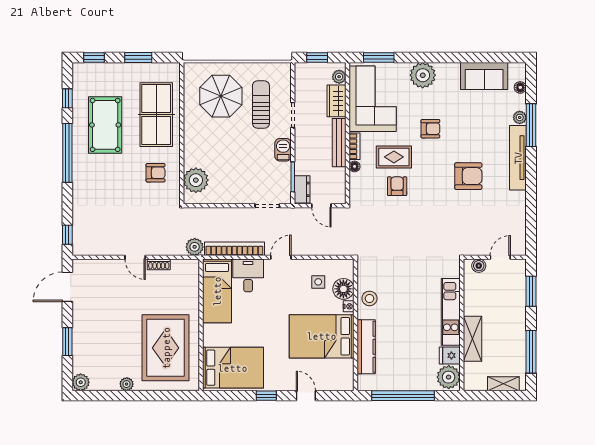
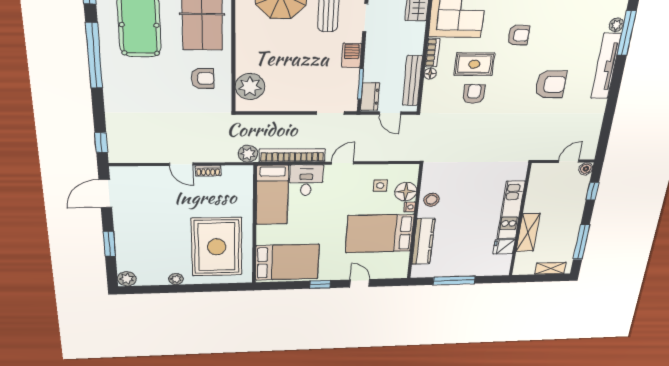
bench: (339, 143) -> (412, 81), moved
boiler: (479, 266) -> (586, 169), moved
window: (531, 291) -> (592, 191), width x0.67
plant: (449, 377) -> (500, 264), removed
window: (403, 396) -> (454, 280), width x0.68

